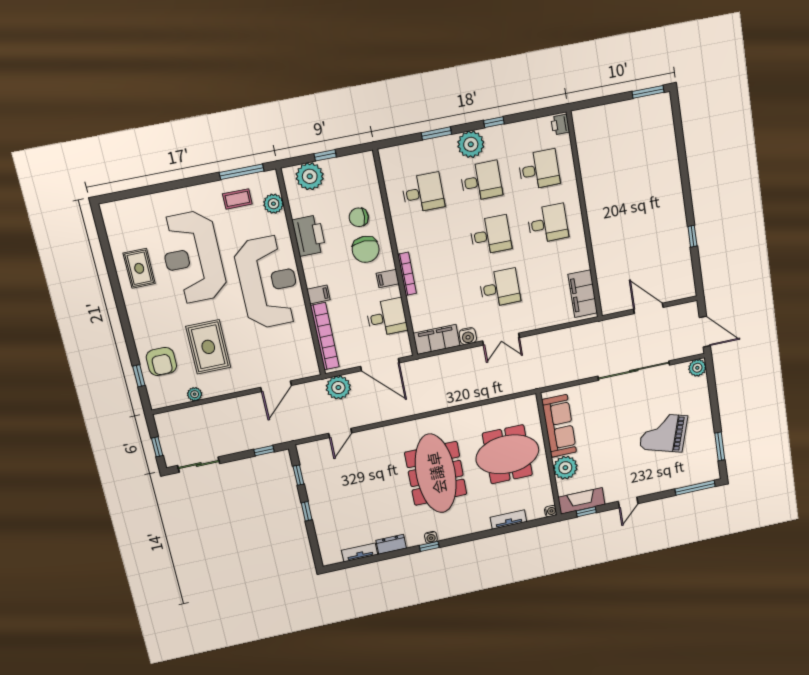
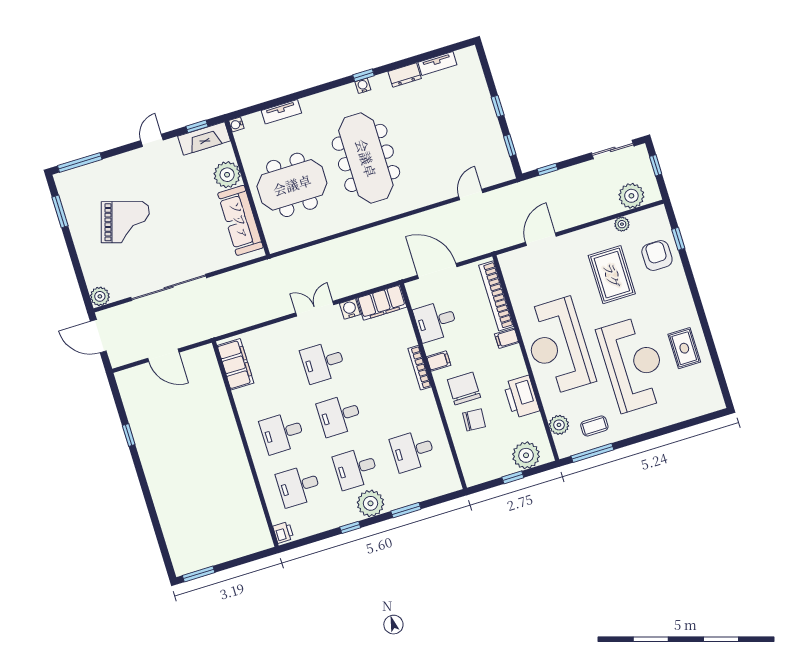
plant: (338, 388) -> (631, 196), moved

